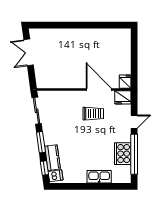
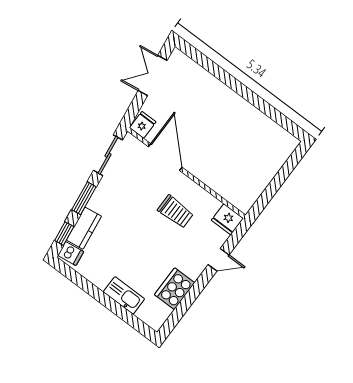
fridge: (125, 82) -> (143, 125), moved
door: (99, 89) -> (165, 157), moved
window: (134, 154) -> (188, 300), removed

